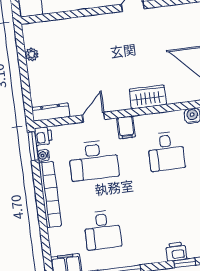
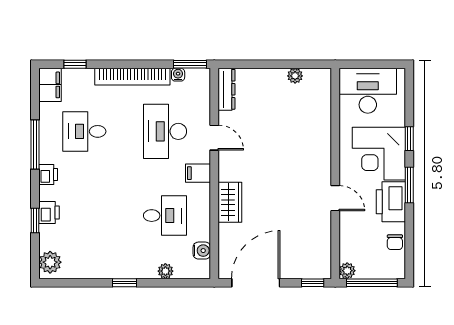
printer: (43, 136) -> (48, 174), moved, turned -90
desk: (166, 151) -> (165, 216), turned 180
window: (46, 245) -> (75, 64), added

